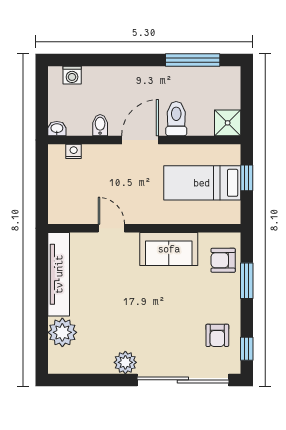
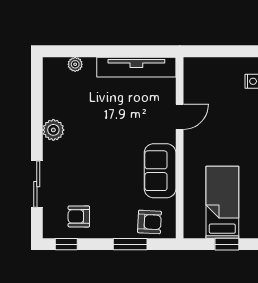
armchair: (223, 260) -> (149, 222), turned 93
plant: (62, 332) -> (75, 64), width x0.53, depth x0.53
sliding door: (183, 380) -> (37, 184), width x0.54

